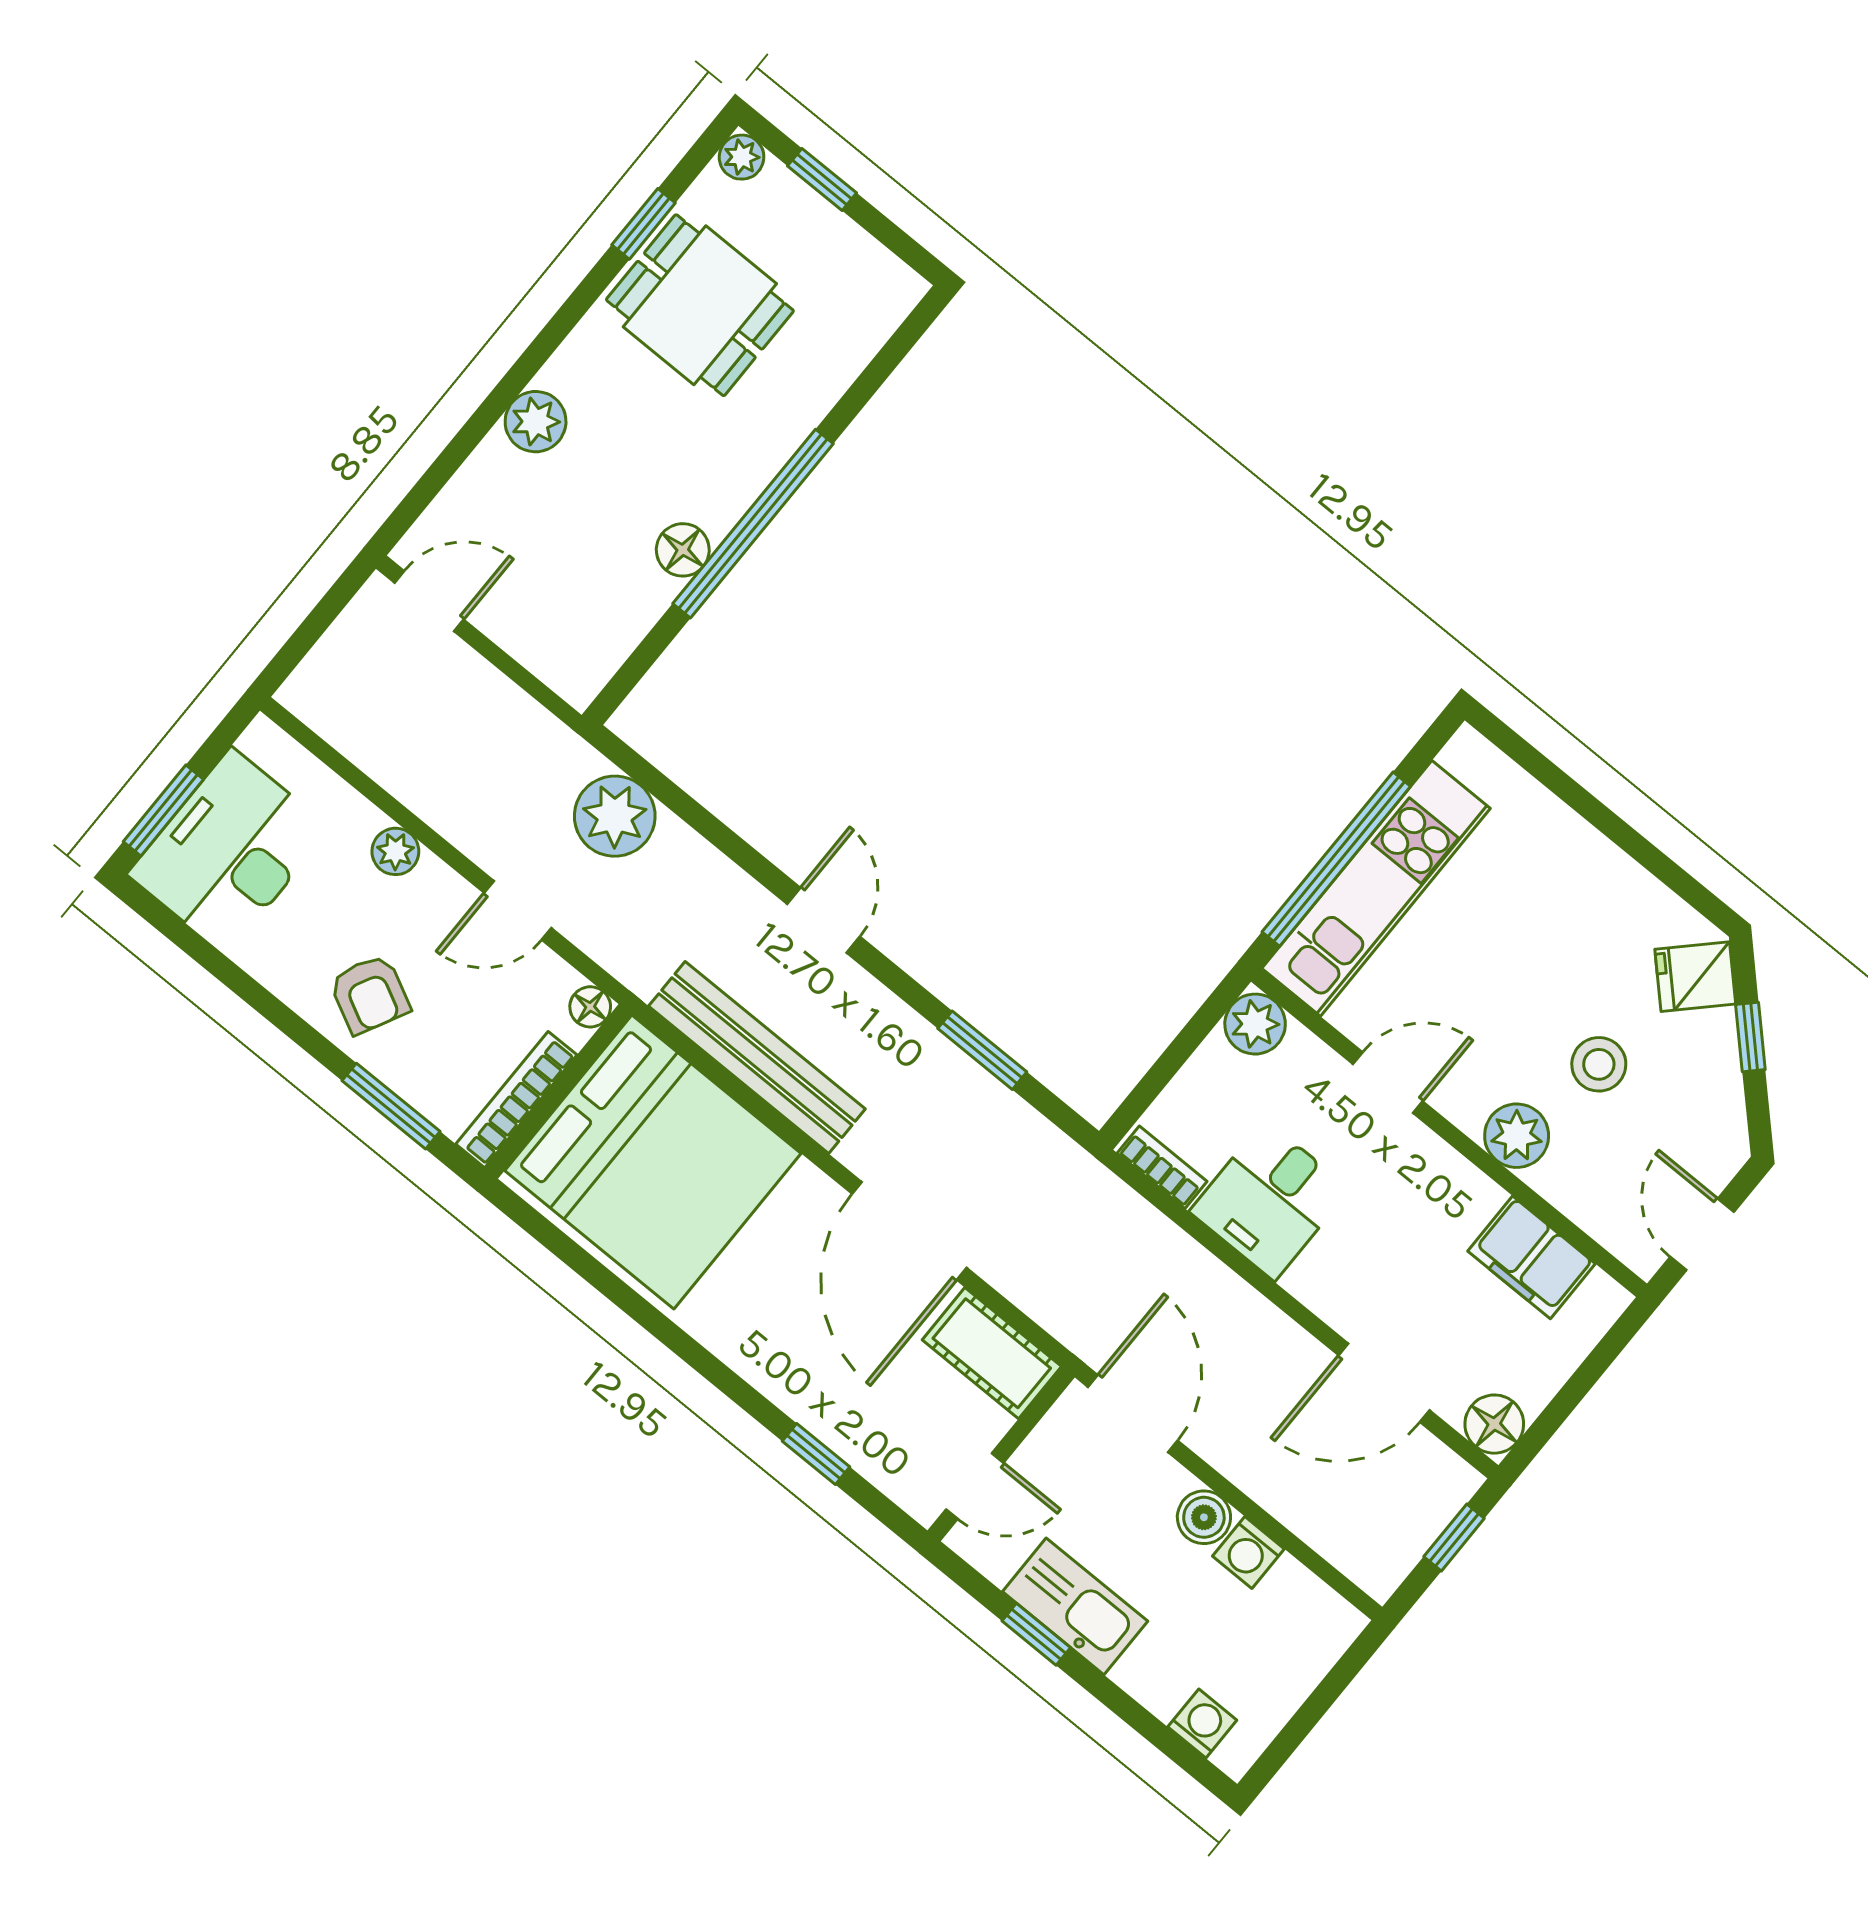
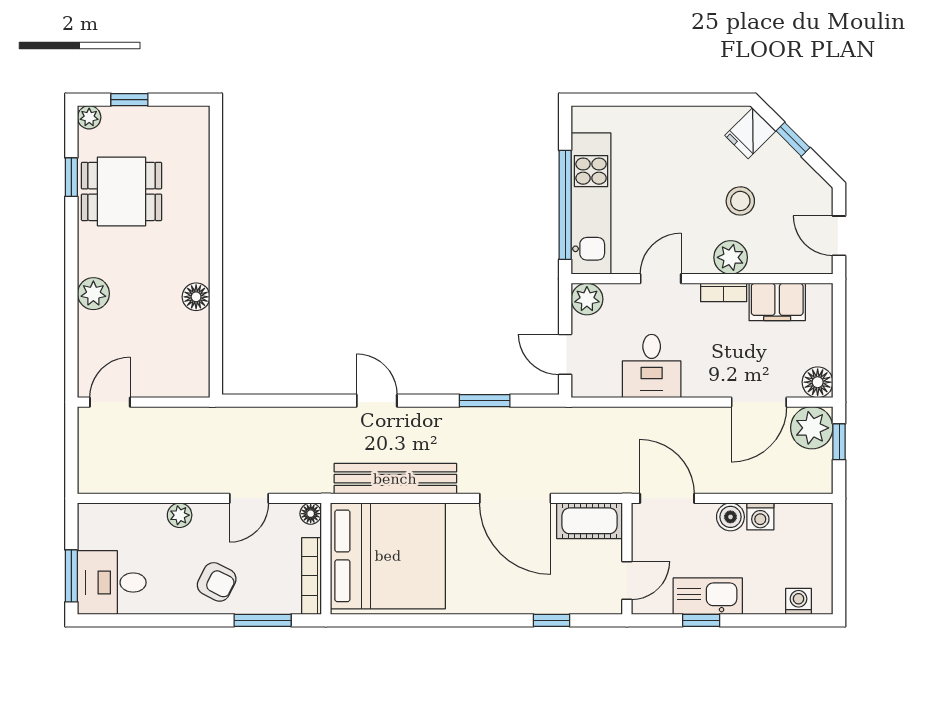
window: (753, 524) -> (216, 263), removed
plant: (615, 816) -> (812, 428), moved
desk: (229, 851) -> (112, 582), width x0.73
door: (1156, 1079) -> (565, 354), added
bookcase: (1162, 1167) -> (724, 292), moved, turned 180

